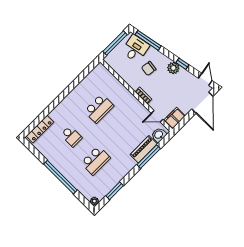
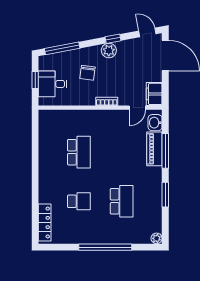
window: (115, 43) -> (35, 80), width x0.46
desk: (135, 48) -> (53, 84), moved, turned -79
window: (115, 191) -> (165, 195), moved

